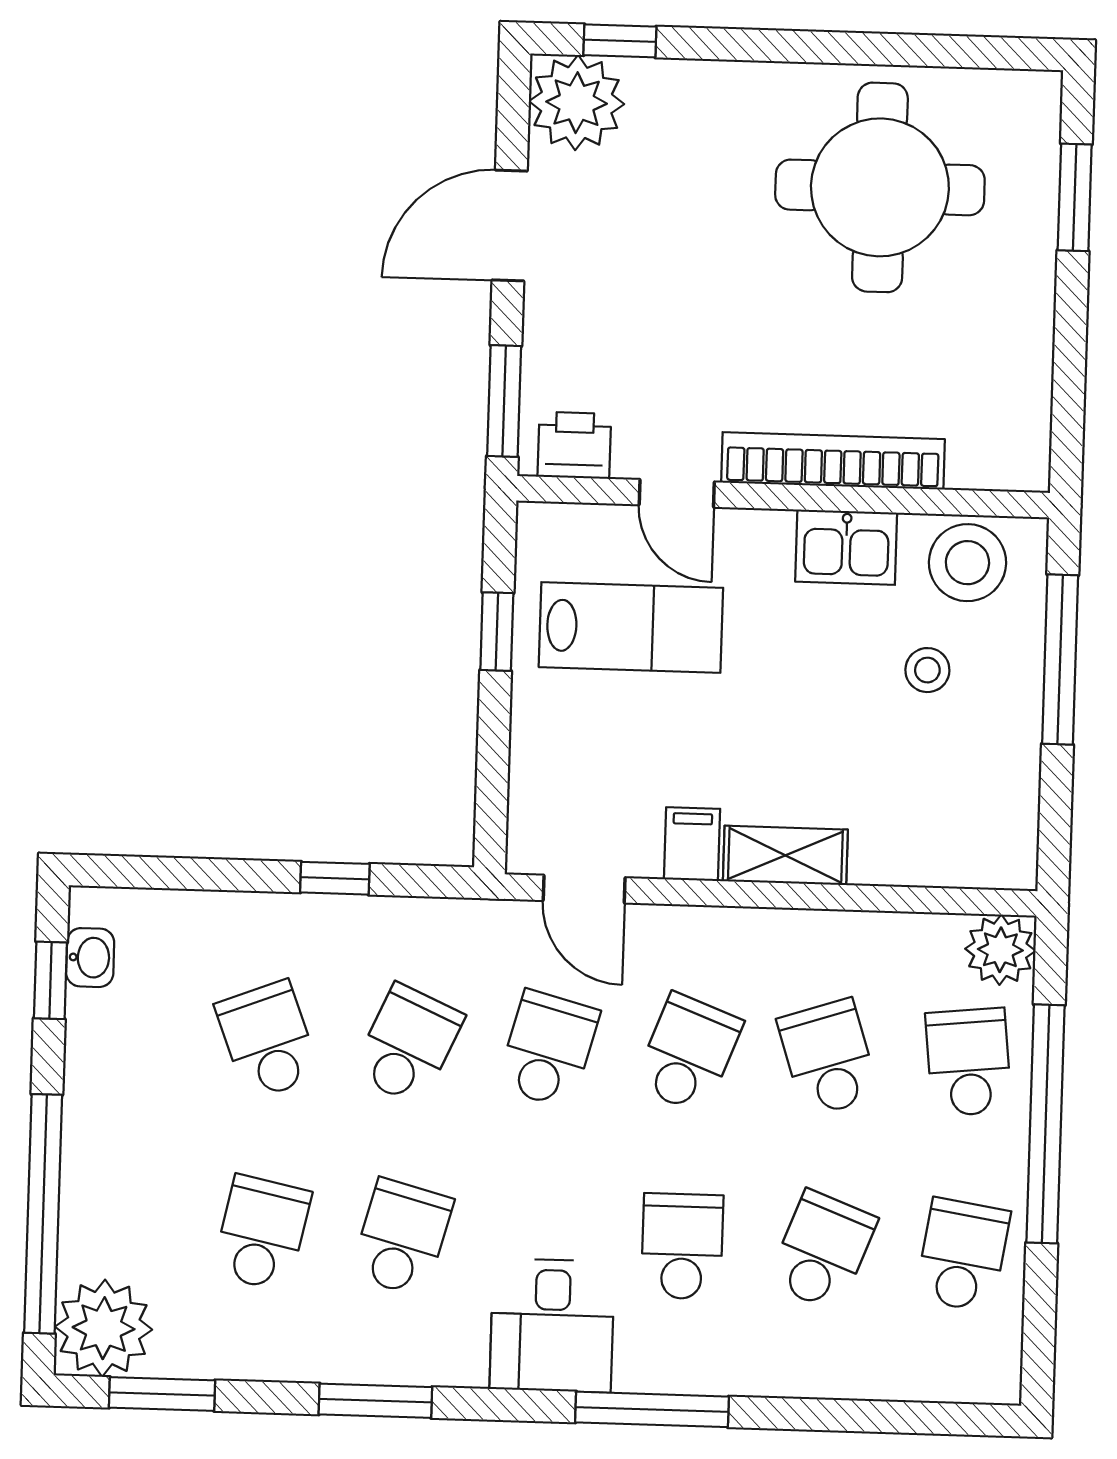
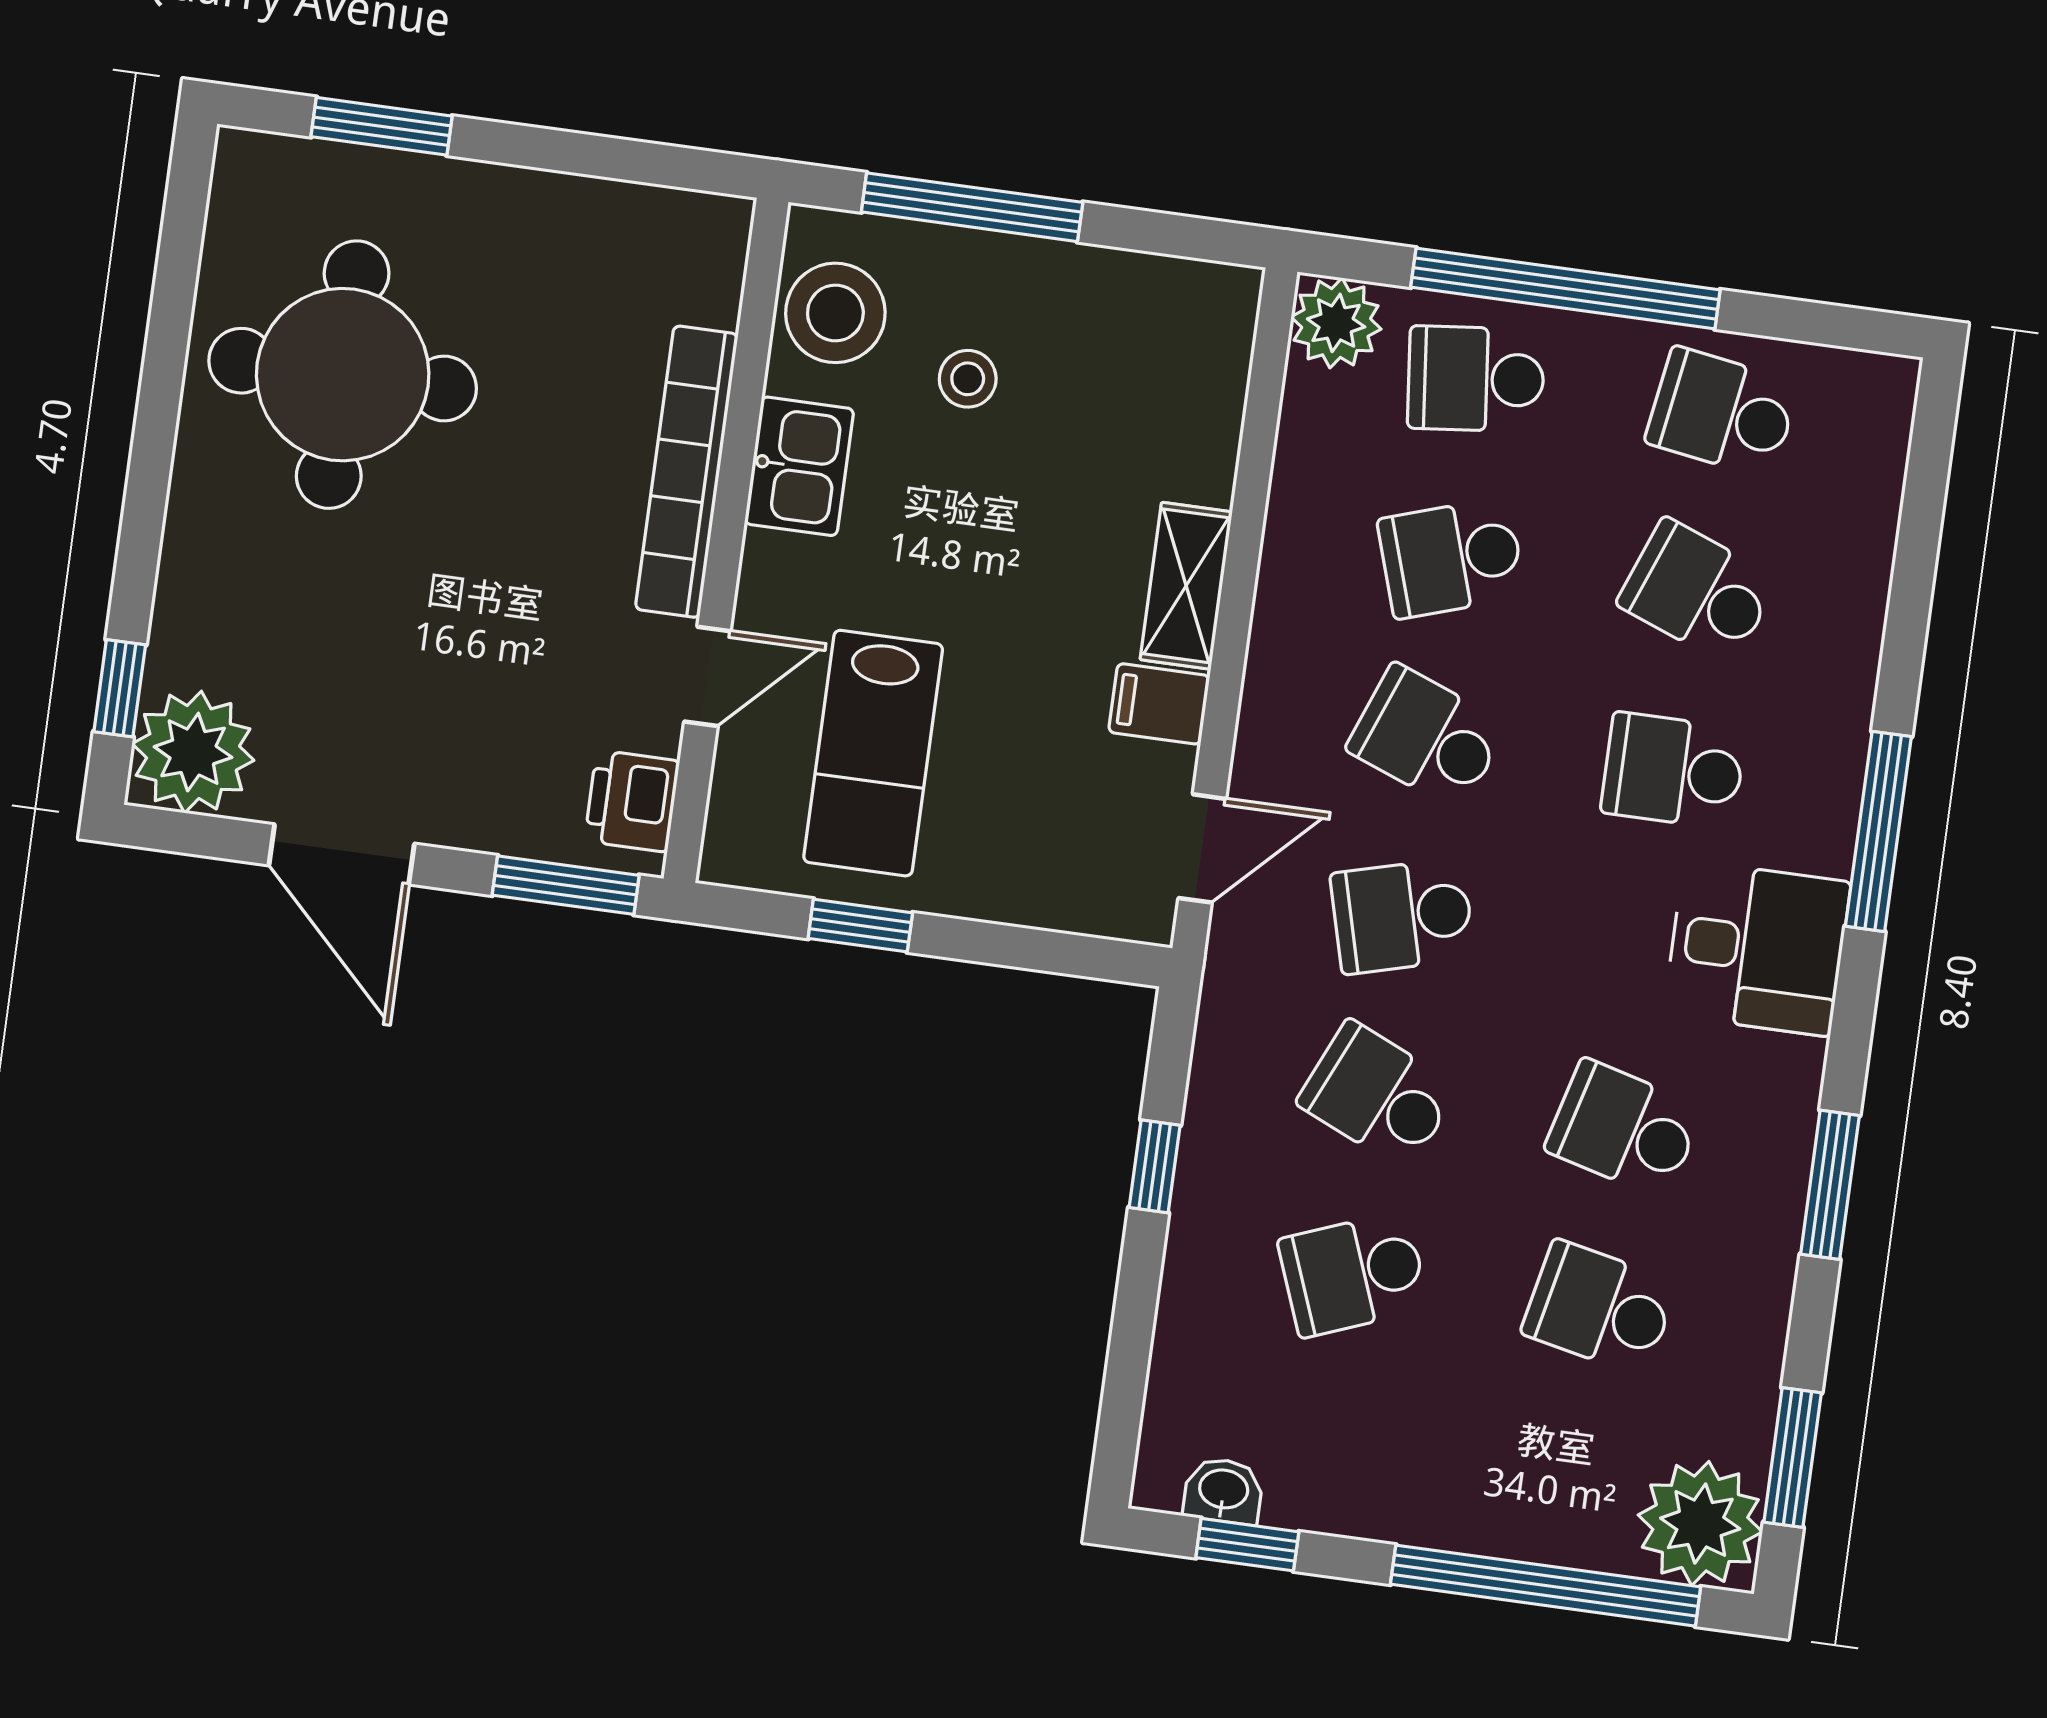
lab bench: (631, 627) -> (873, 753), turned 180
school desk: (548, 1049) -> (1402, 916), turned -30

